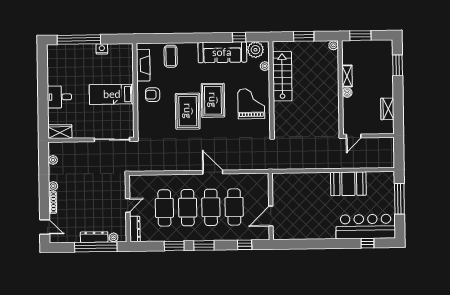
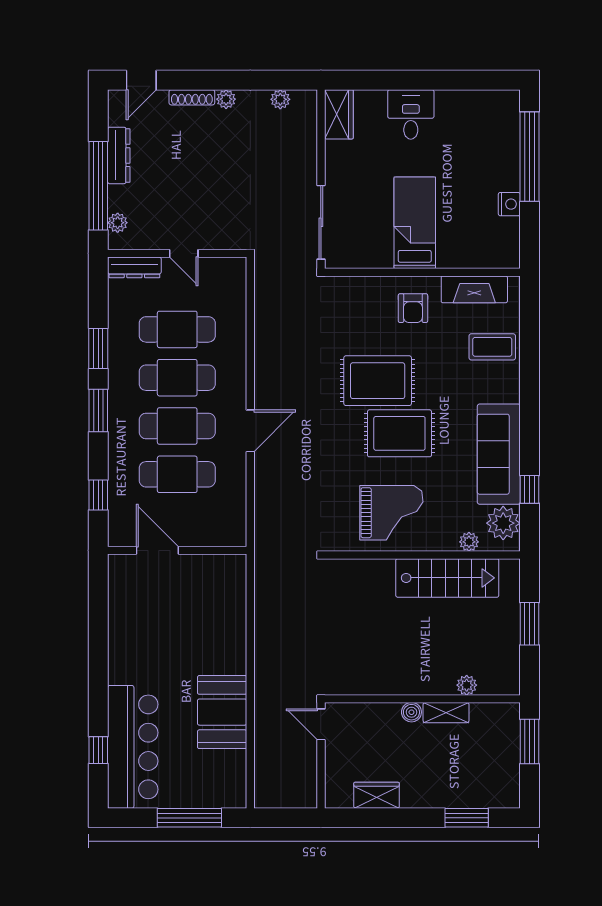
plant: (333, 45) -> (467, 685), moved
armchair: (153, 95) -> (413, 308), turned 180
dresser: (94, 237) -> (119, 155), moved

